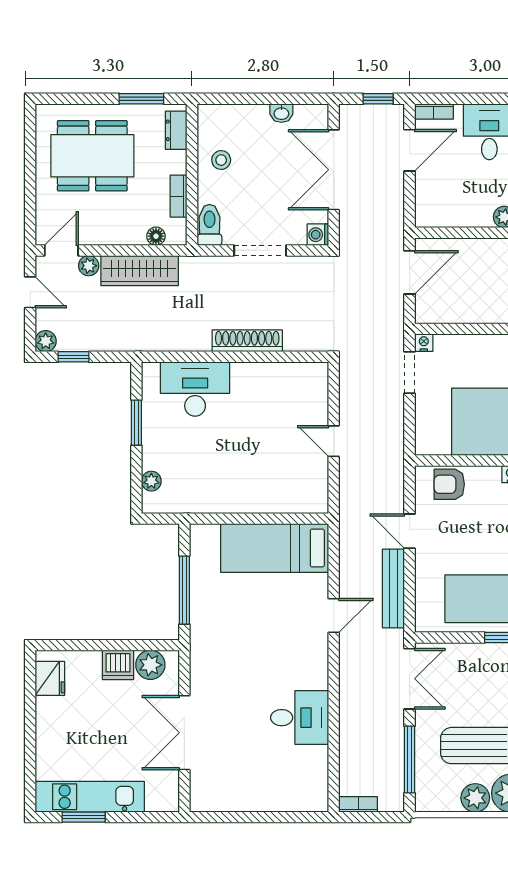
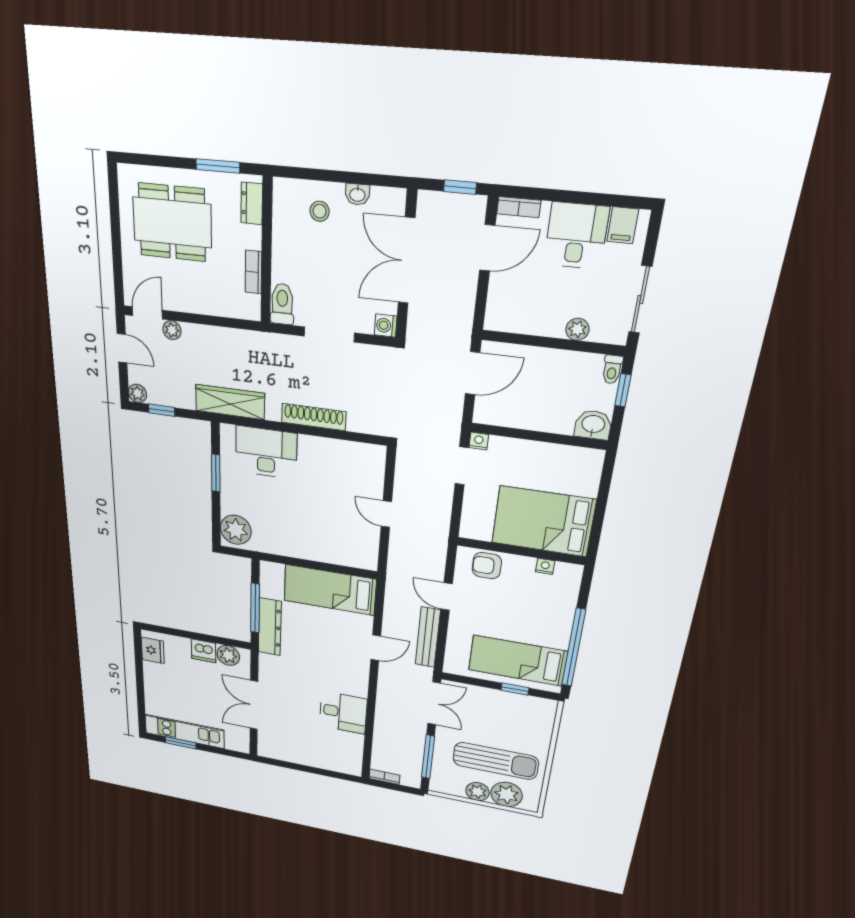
stool: (221, 160) -> (320, 211), moved
floor lamp: (156, 236) -> (232, 309), removed
wardrobe: (140, 271) -> (230, 402), moved, turned 180
plant: (151, 481) -> (236, 530), width x1.88, depth x1.88
dresser: (203, 613) -> (270, 627), added

